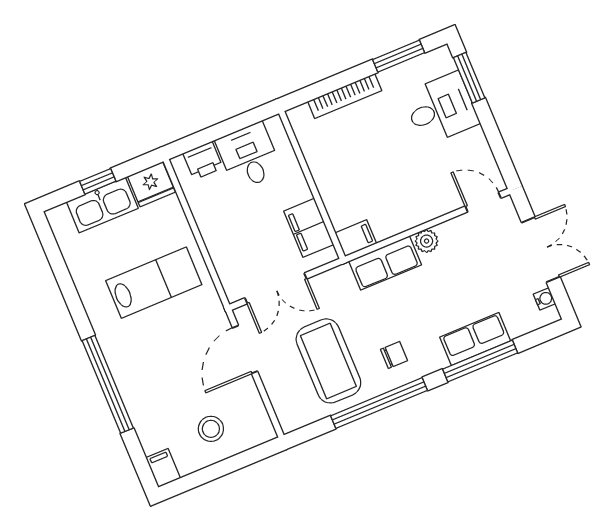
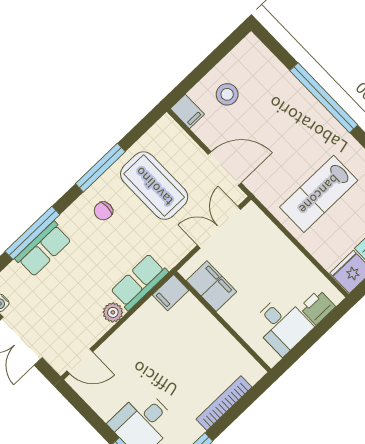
door: (245, 349) -> (225, 169), hinge flipped
window: (379, 403) -> (100, 168), width x0.68
filing cabinet: (163, 468) -> (187, 111), moved

